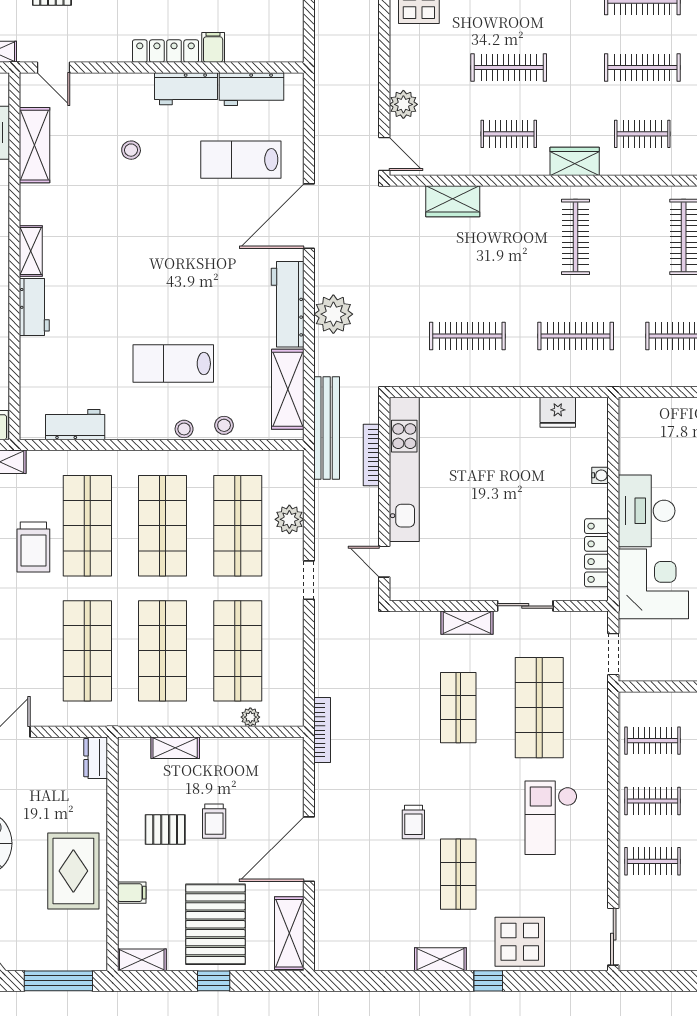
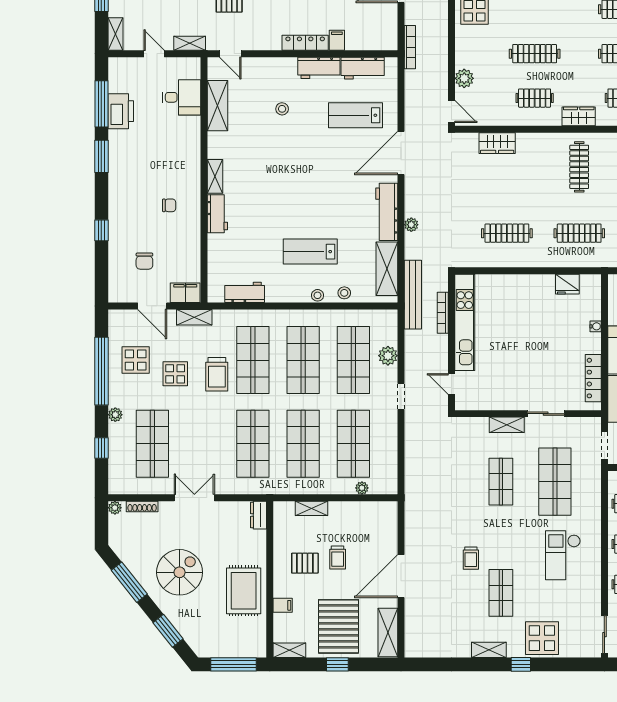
plant: (333, 314) -> (411, 225), width x0.53, depth x0.53
bookcase: (322, 730) -> (410, 47), moved

